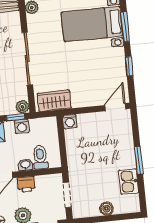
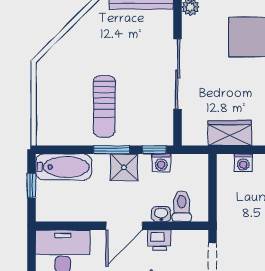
wardrobe: (54, 101) -> (230, 133), moved
plant: (22, 107) -> (165, 137), removed
washing machine: (70, 122) -> (243, 163), moved

